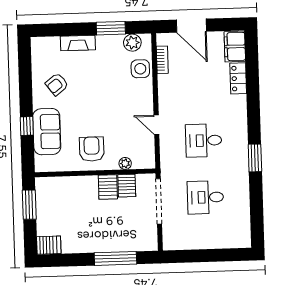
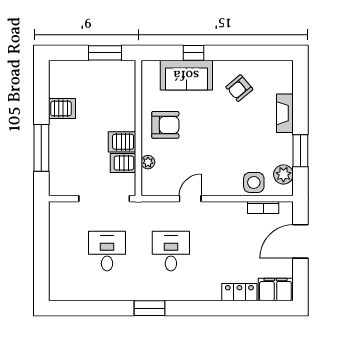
armchair: (57, 84) -> (239, 88), turned -92
server rack: (49, 245) -> (62, 109), moved, turned -90

